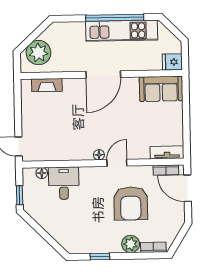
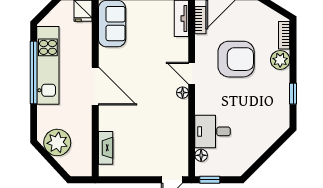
plant: (38, 53) -> (57, 142), moved
window: (20, 195) -> (210, 180), moved

